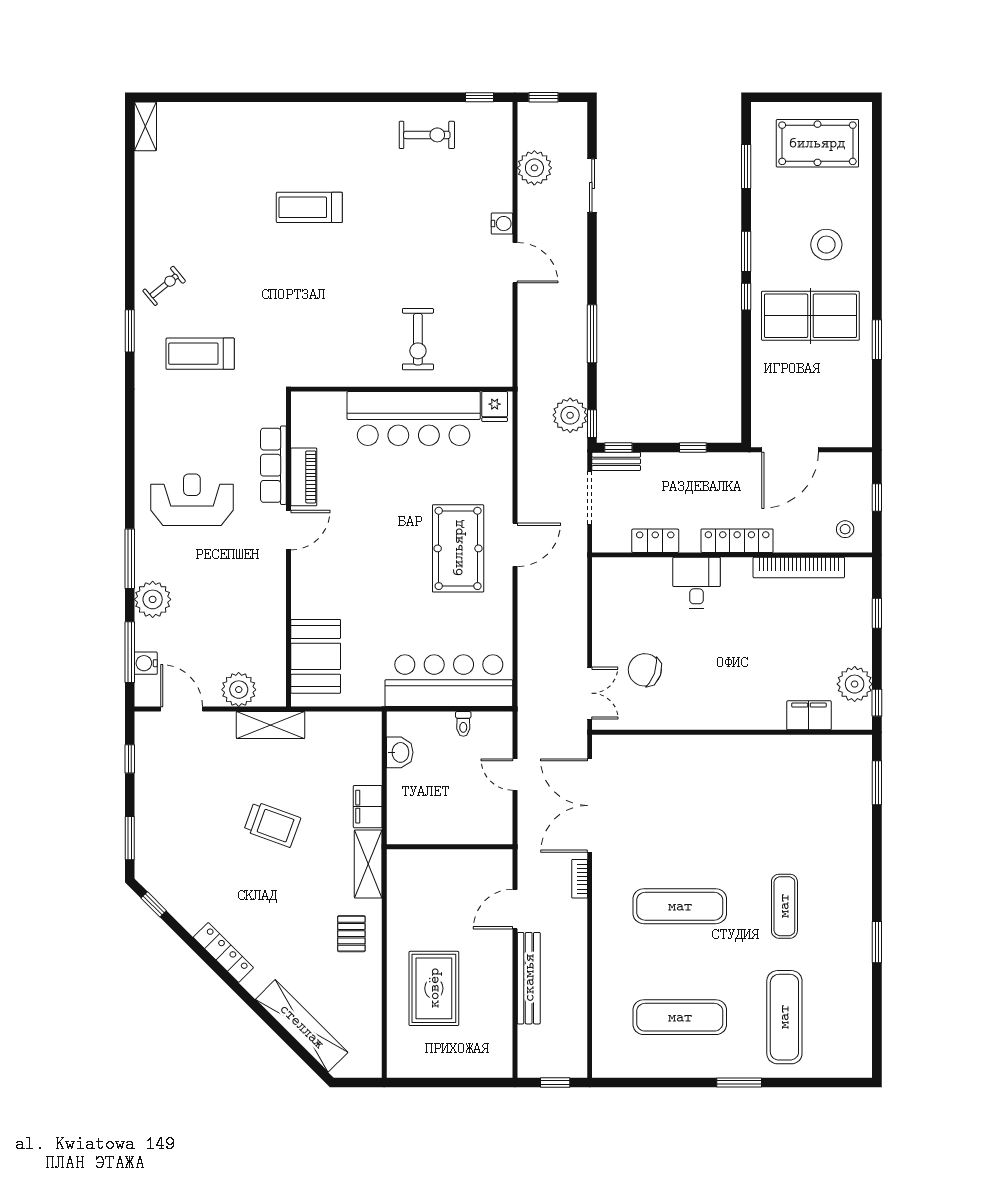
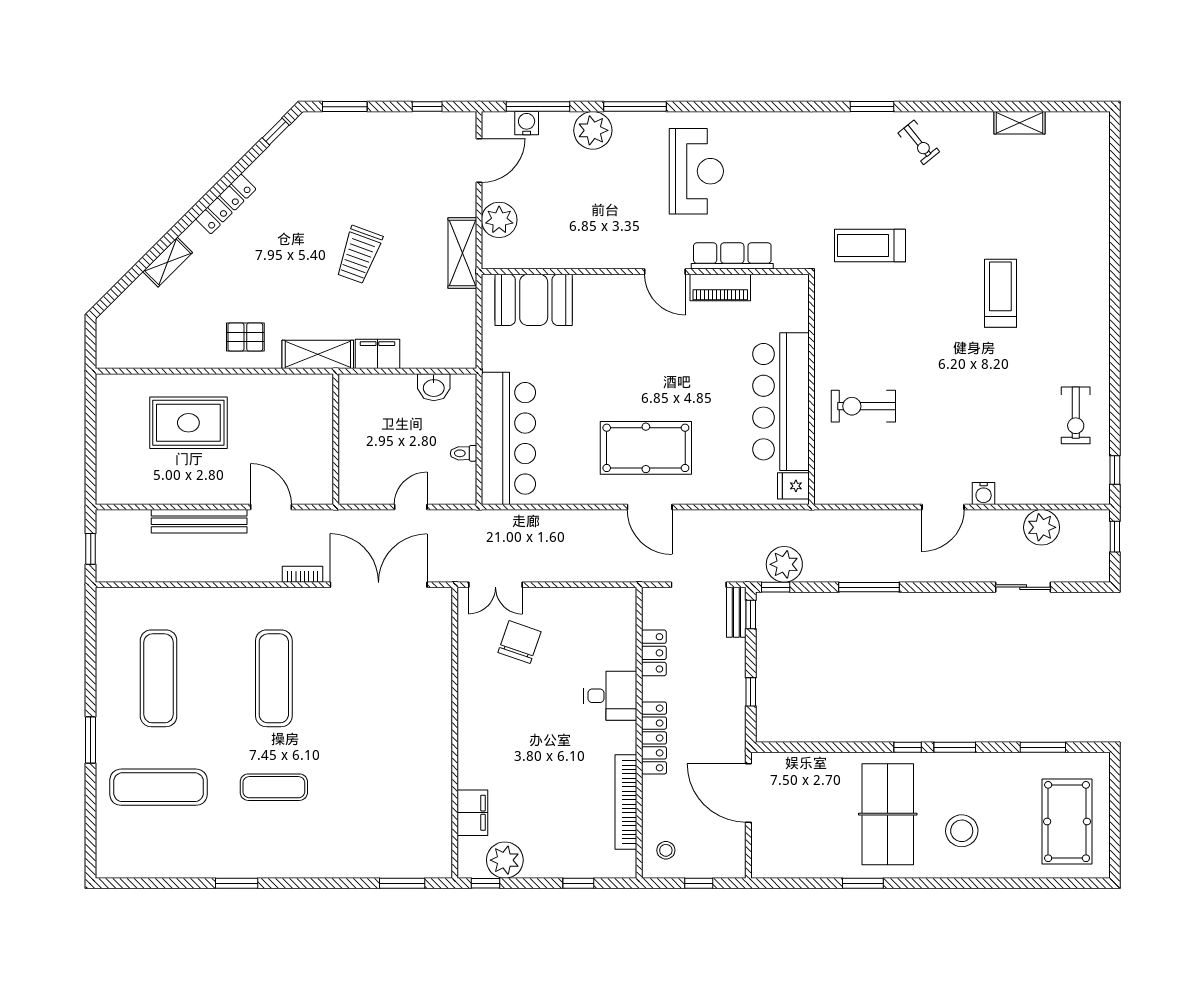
shelving: (145, 126) -> (1020, 123), moved
treadmill: (200, 354) -> (870, 245), moved, turned -90
shelving: (302, 1026) -> (168, 262), width x0.45, depth x0.75

